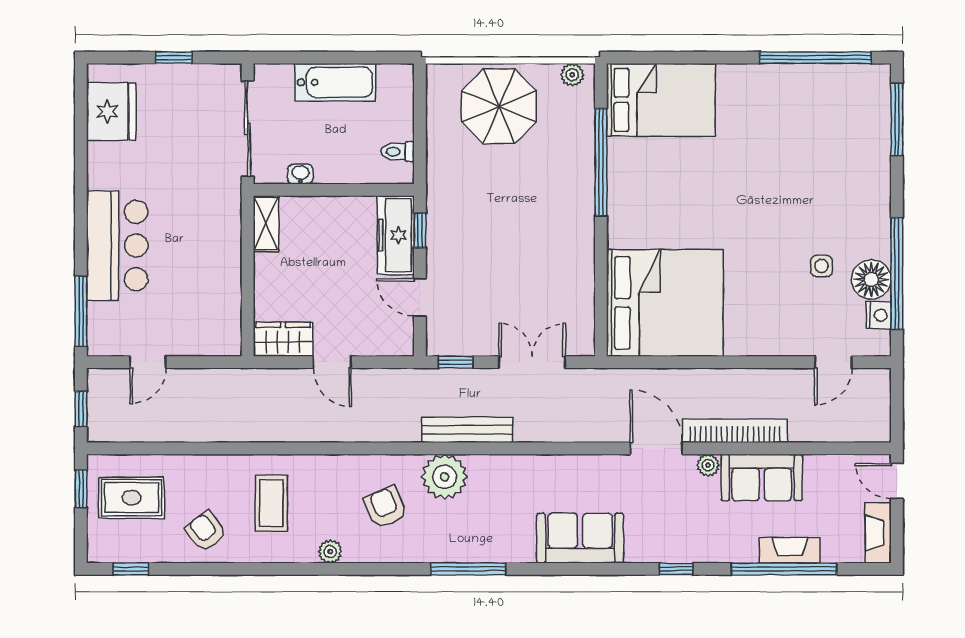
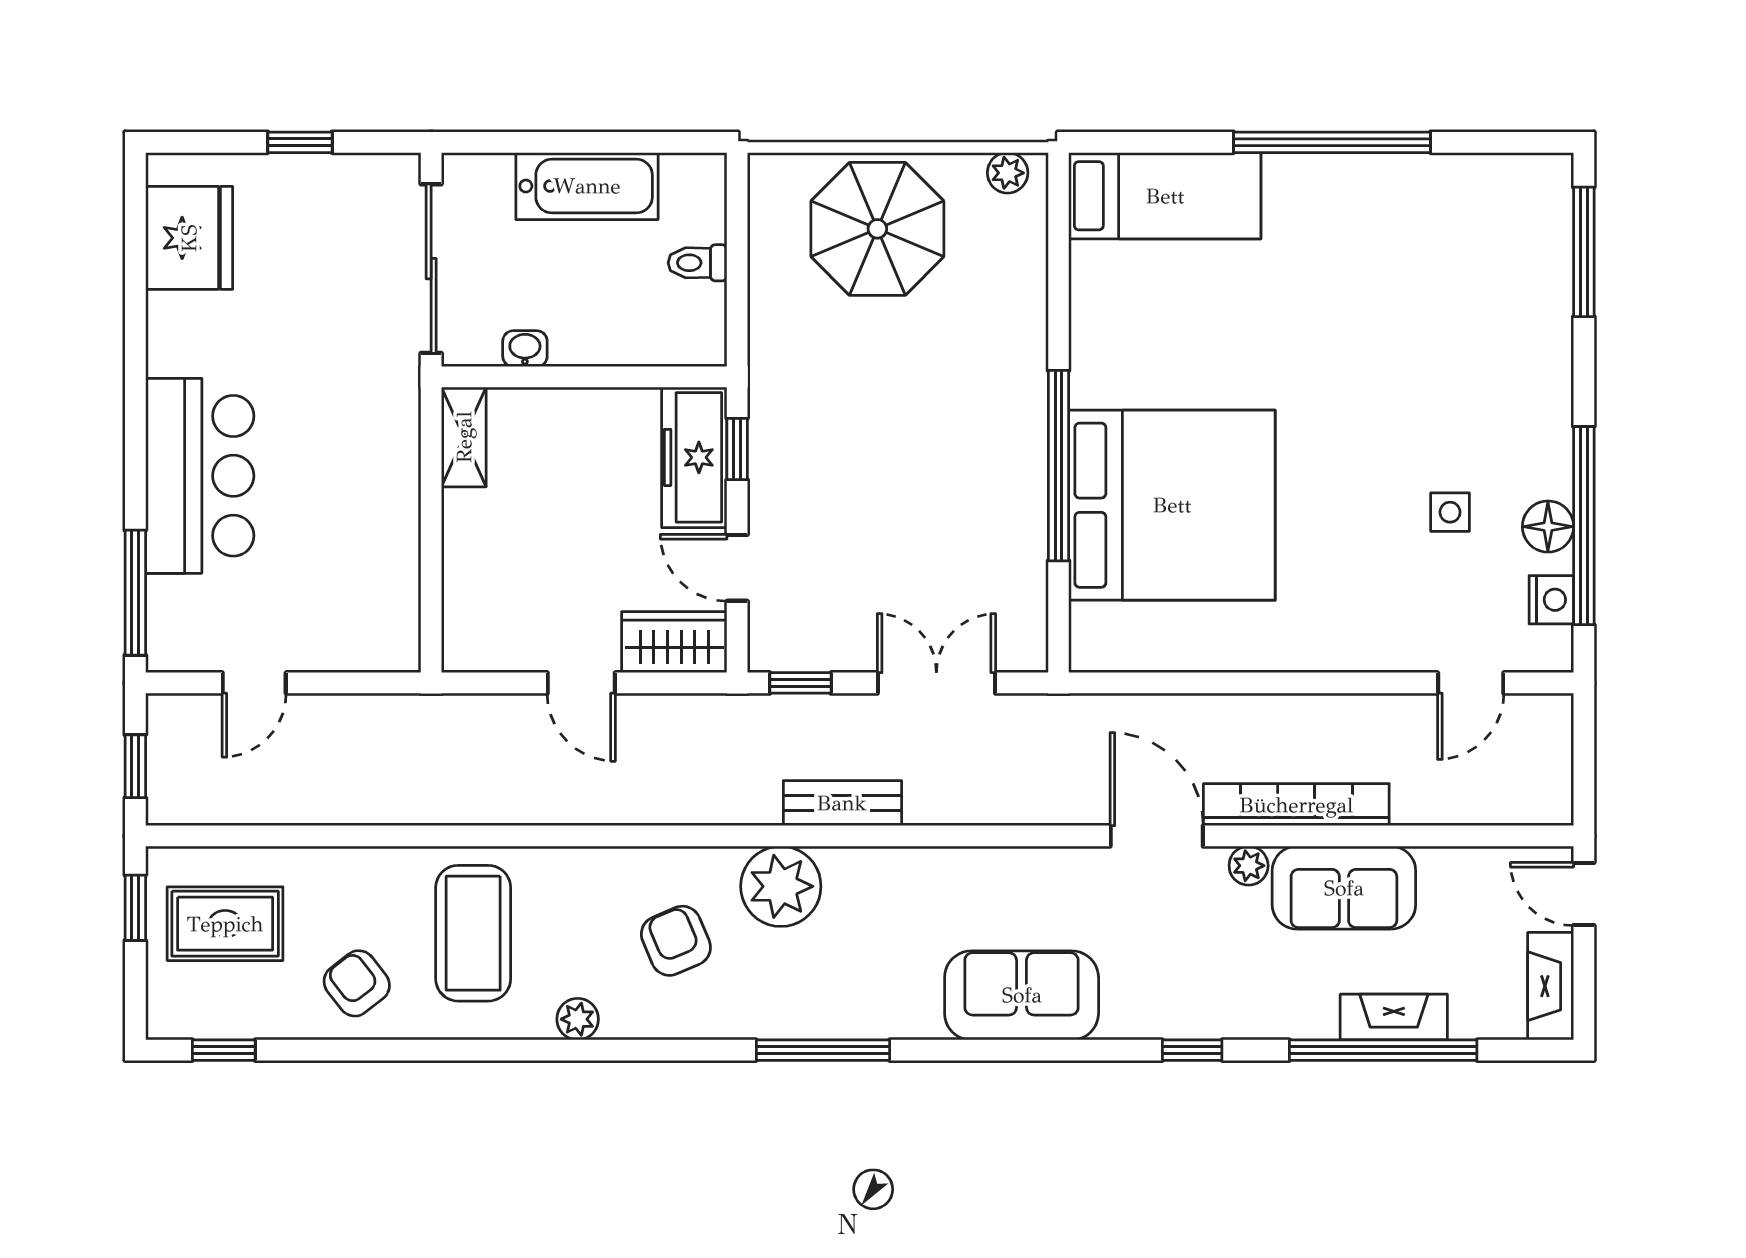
window: (815, 58) -> (1332, 142), moved
bed: (661, 100) -> (1165, 196), width x0.67
toilet: (398, 152) -> (697, 263), moved
window: (601, 162) -> (1058, 466), moved
floor lamp: (871, 279) -> (1548, 527), width x0.73, depth x0.73
bed: (665, 303) -> (1172, 505), moved
wardrobe: (283, 339) -> (674, 642), moved
bench: (467, 430) -> (842, 803), width x0.73
coffee table: (271, 503) -> (473, 933), width x1.36, depth x1.32

